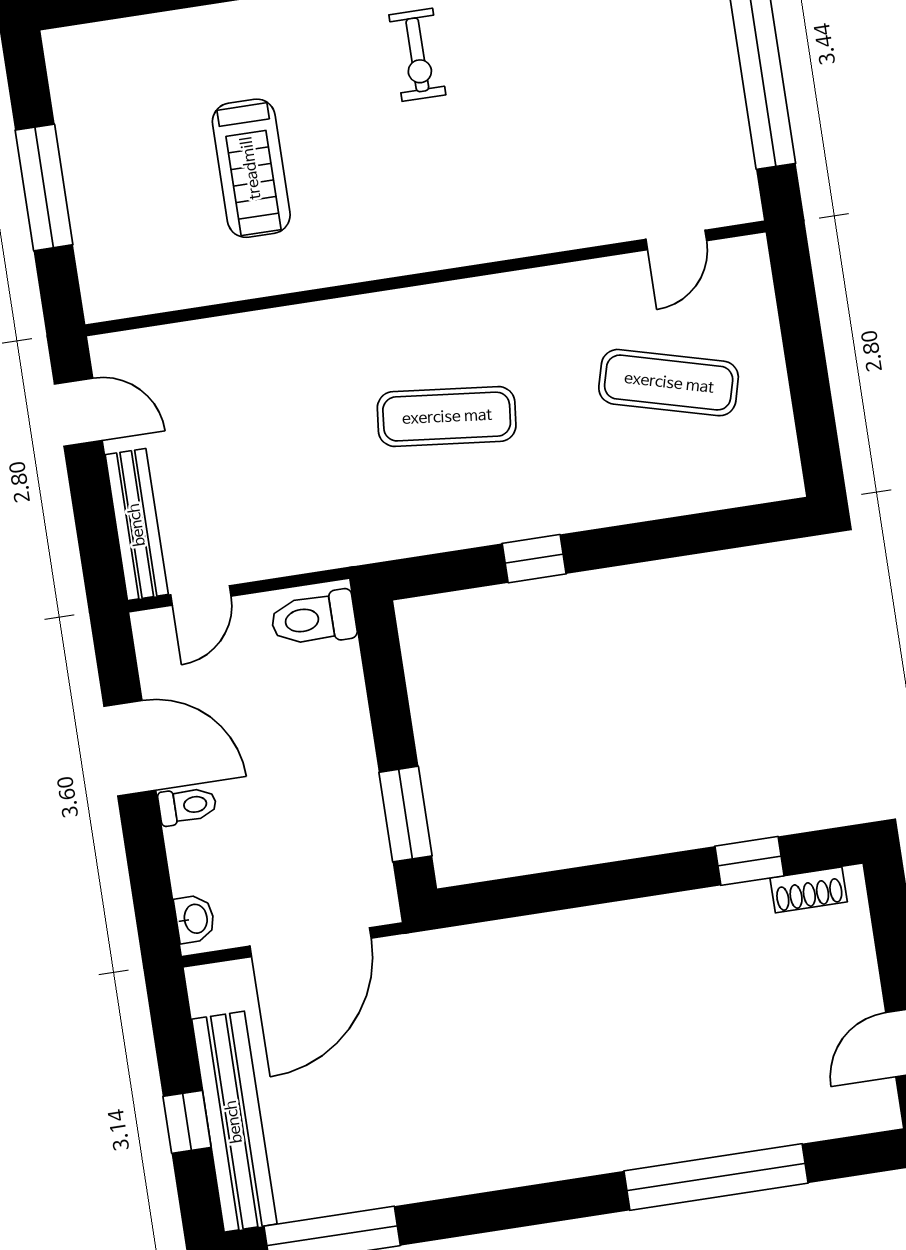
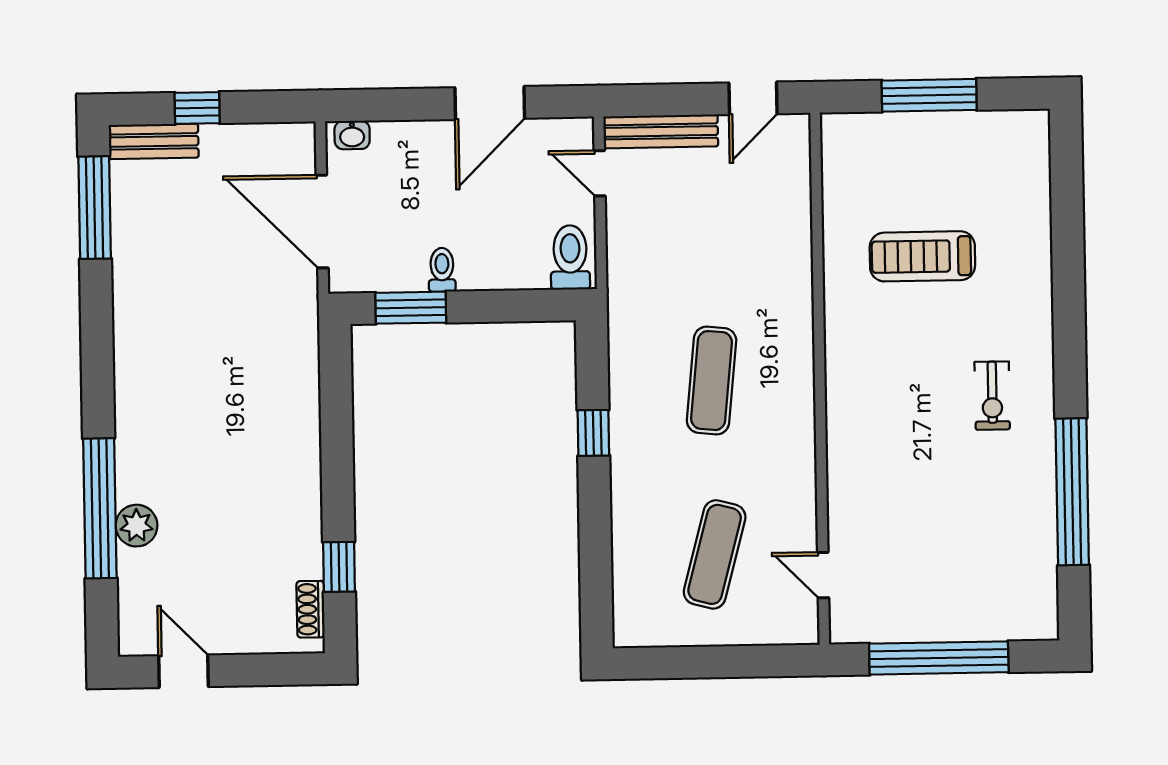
exercise bike: (417, 55) -> (992, 396), turned -90
toilet: (187, 806) -> (442, 270), moved, turned 180
bench: (234, 1122) -> (154, 141), width x0.54, depth x0.82
plant: (732, 1127) -> (137, 526), added

